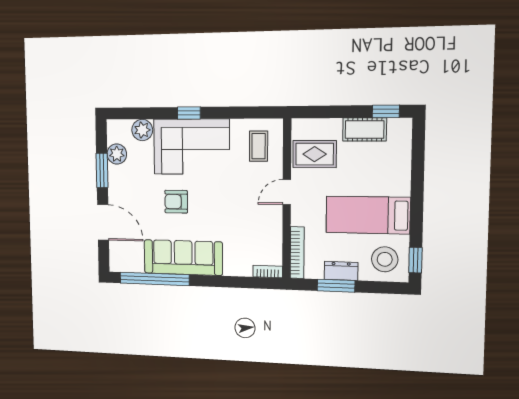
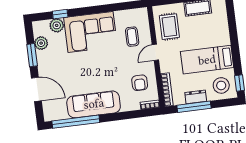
window: (189, 113) -> (60, 14), moved
coffee table: (259, 146) -> (132, 37), moved
rug: (315, 154) -> (169, 27), turned 90
armchair: (176, 202) -> (140, 83), moved, turned -90
window: (336, 286) -> (194, 107), width x1.44

